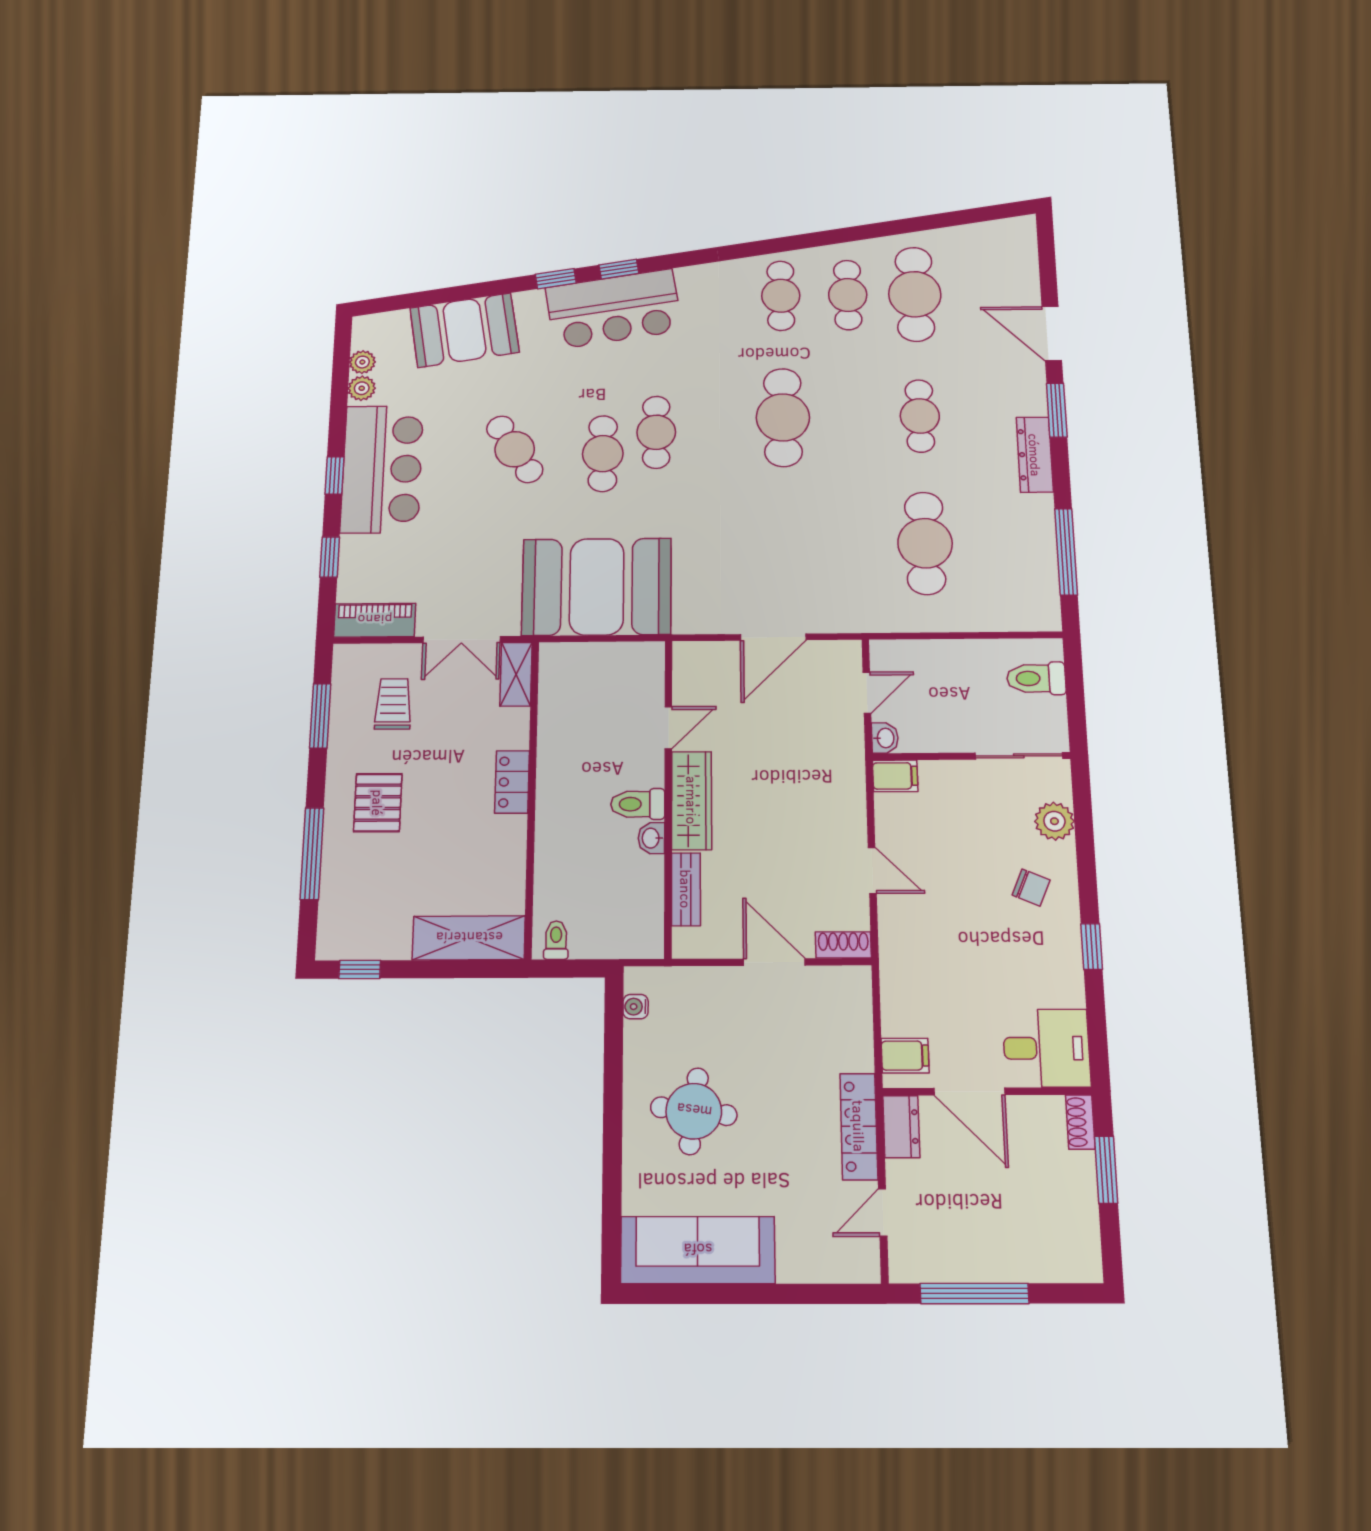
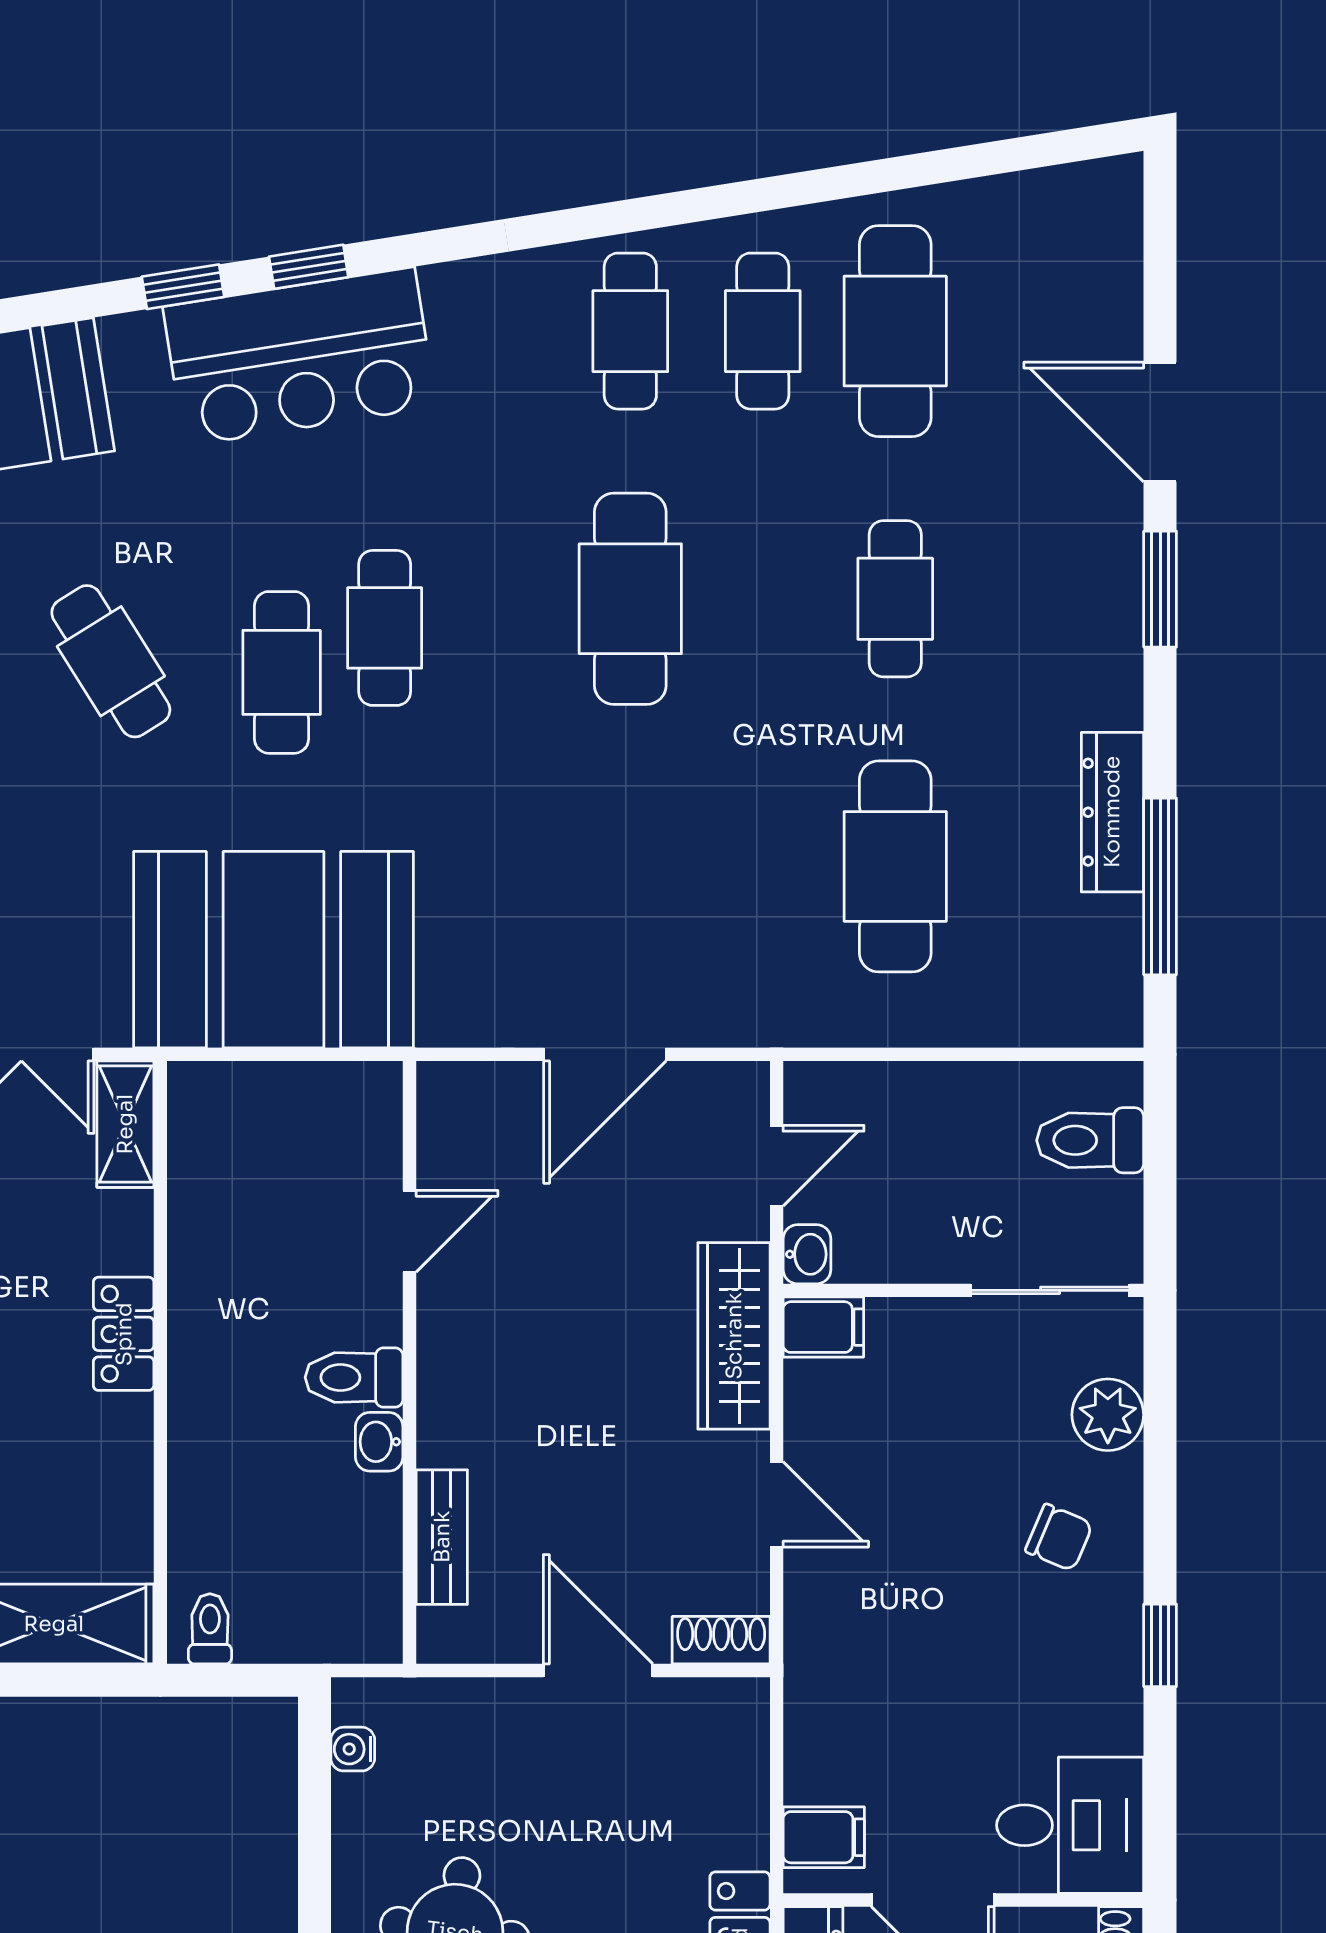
dresser: (1035, 455) -> (1112, 812), moved
wardrobe: (692, 800) -> (734, 1336), moved, turned 180

